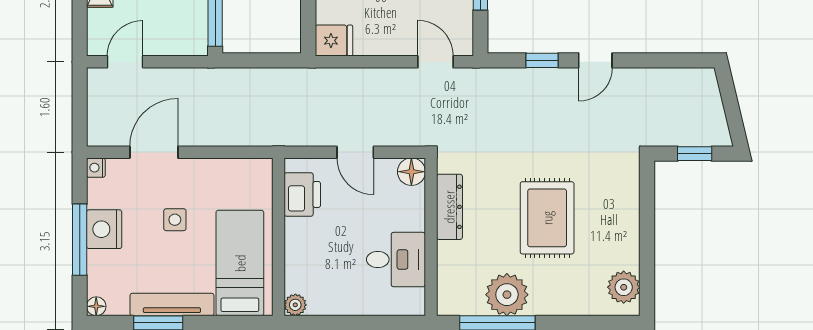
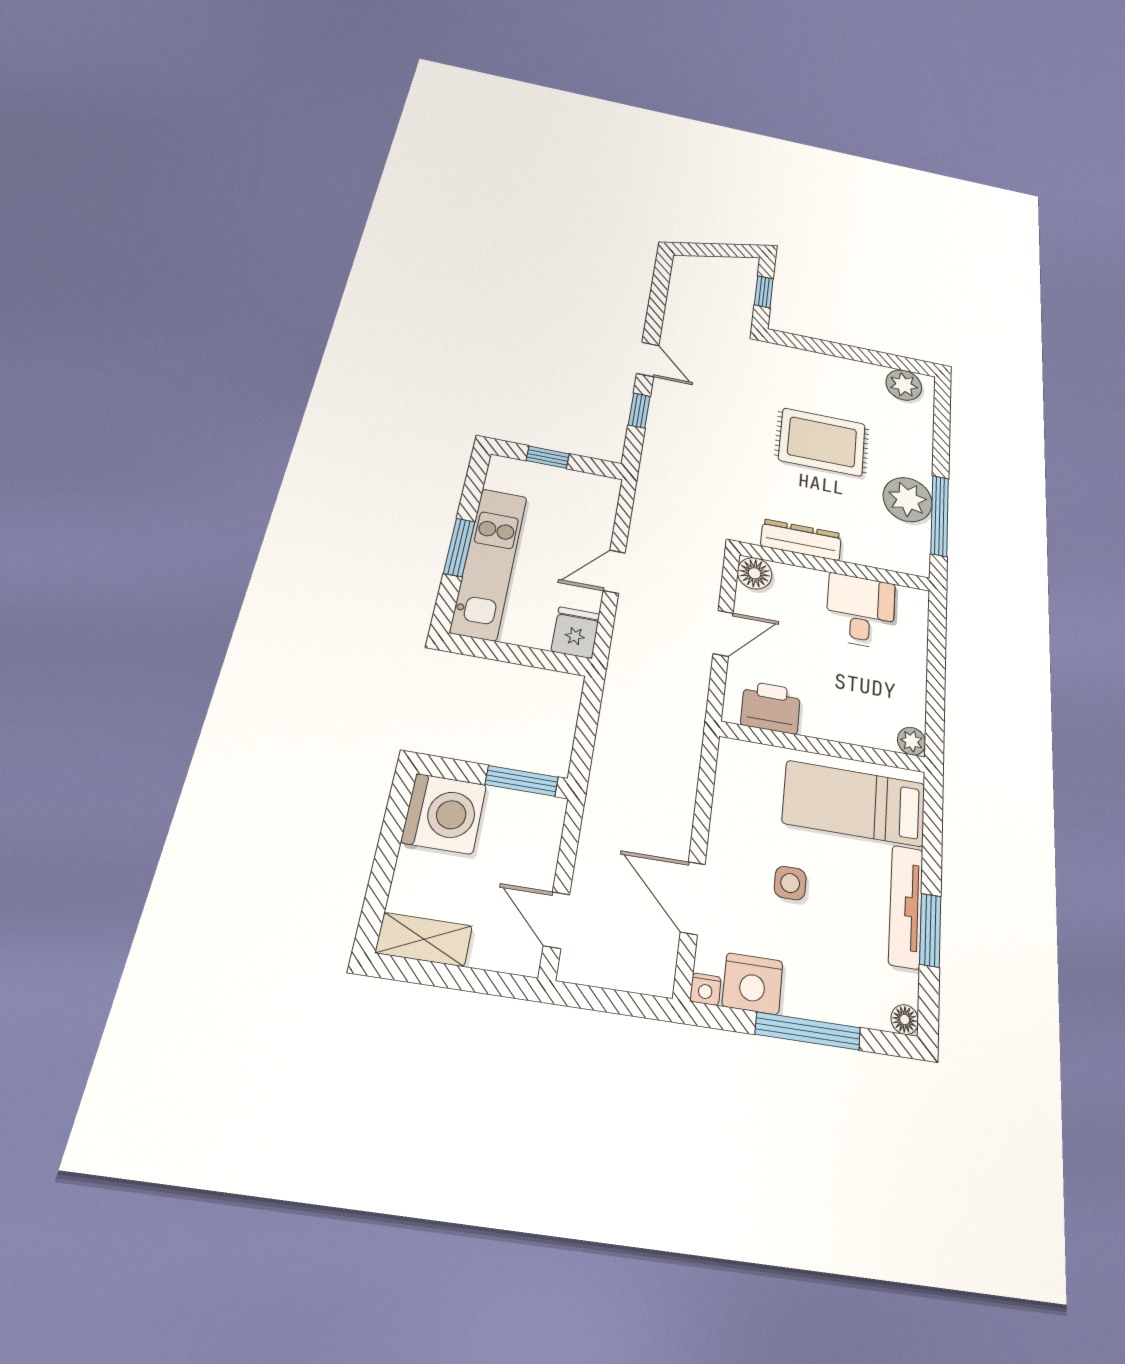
door: (436, 62) -> (614, 572), moved
nightstand: (104, 229) -> (752, 984), moved

